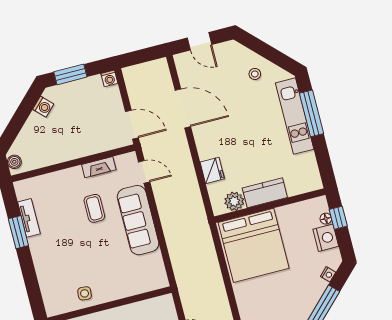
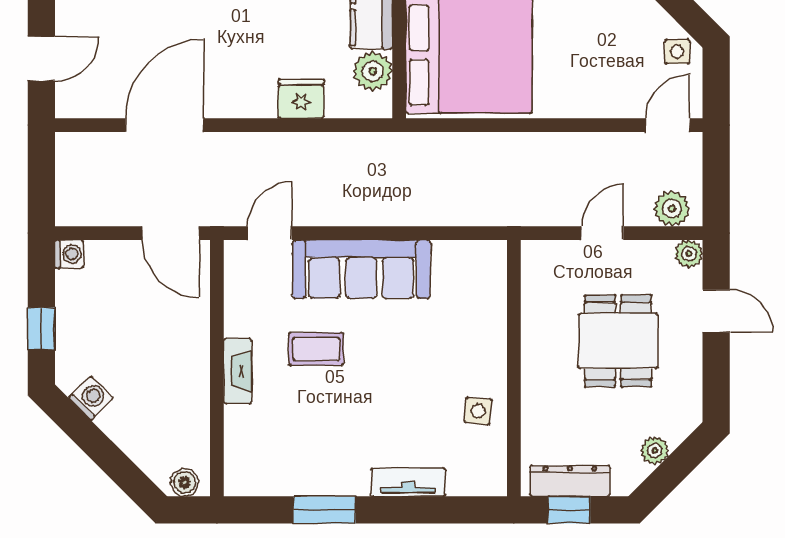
window: (70, 74) -> (41, 329), width x0.67
door: (132, 125) -> (171, 233), swing flipped
fireplace: (99, 167) -> (238, 371), moved
tv unit: (29, 218) -> (408, 482), moved

